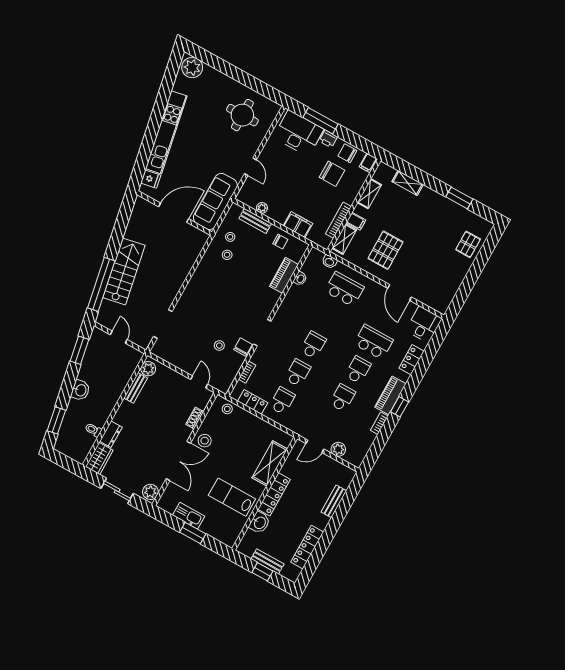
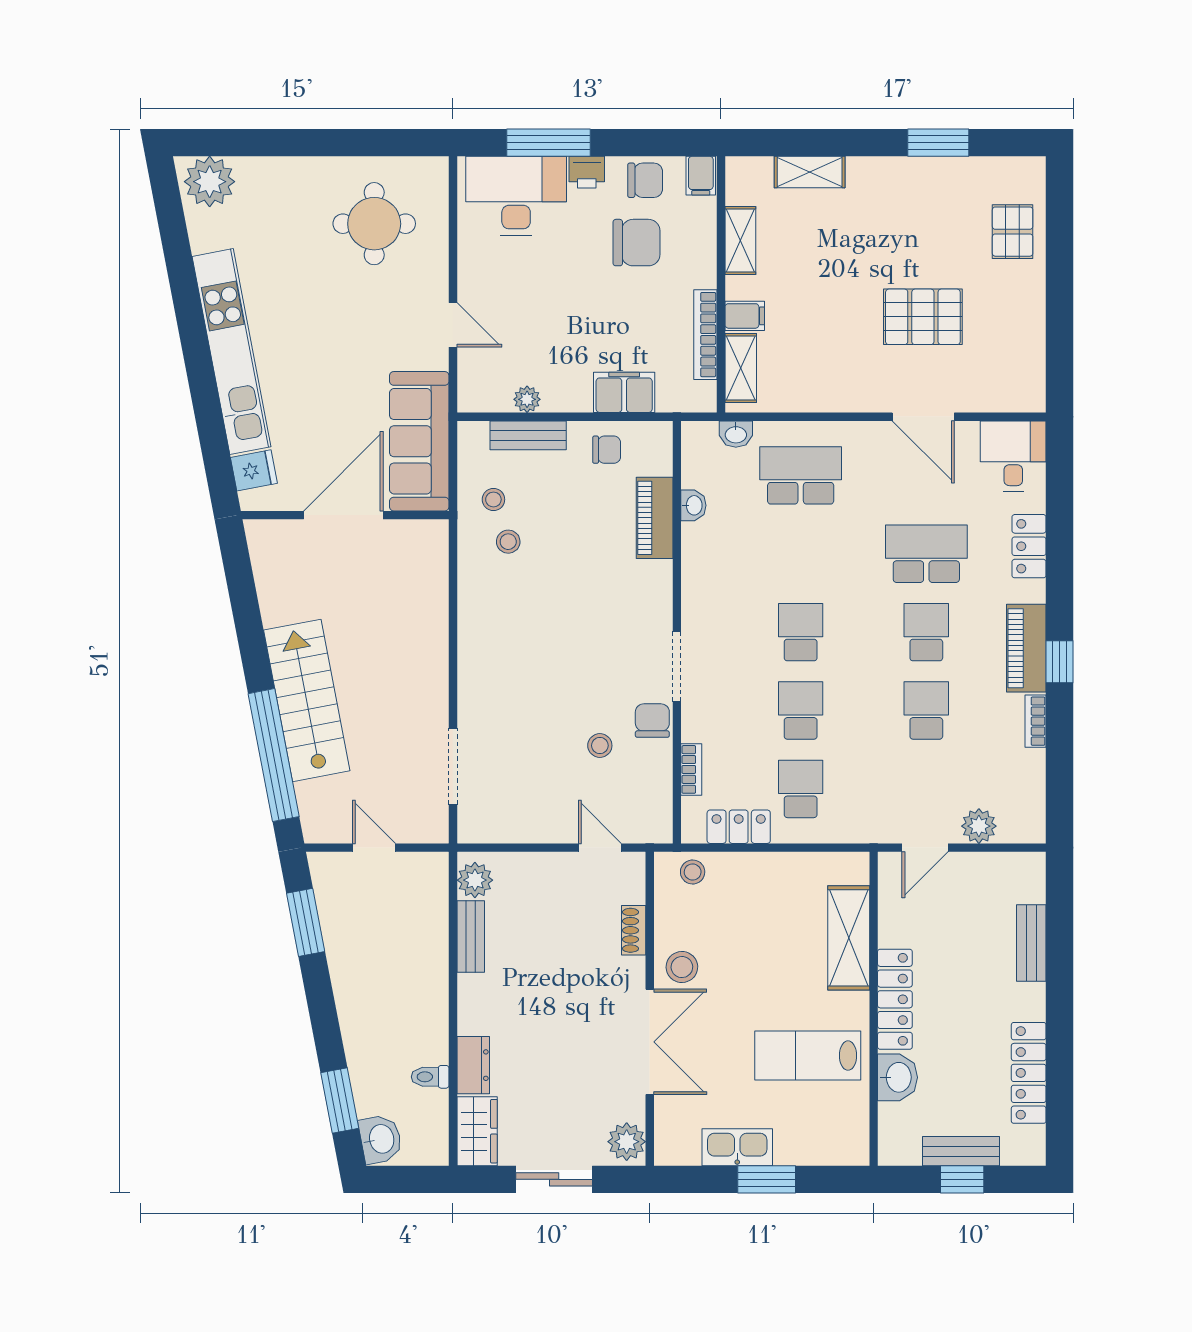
chair: (347, 153) -> (645, 180), turned 180
pallet: (386, 250) -> (923, 317), moved, turned 90
washbasin: (80, 390) -> (381, 1139), moved

